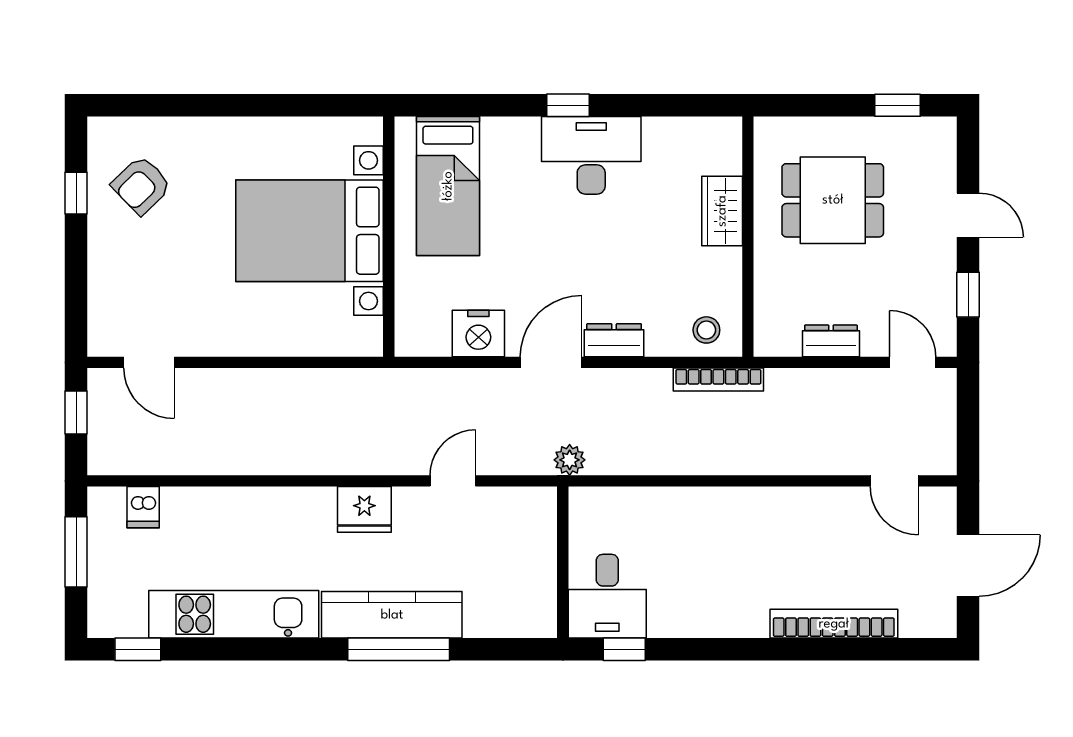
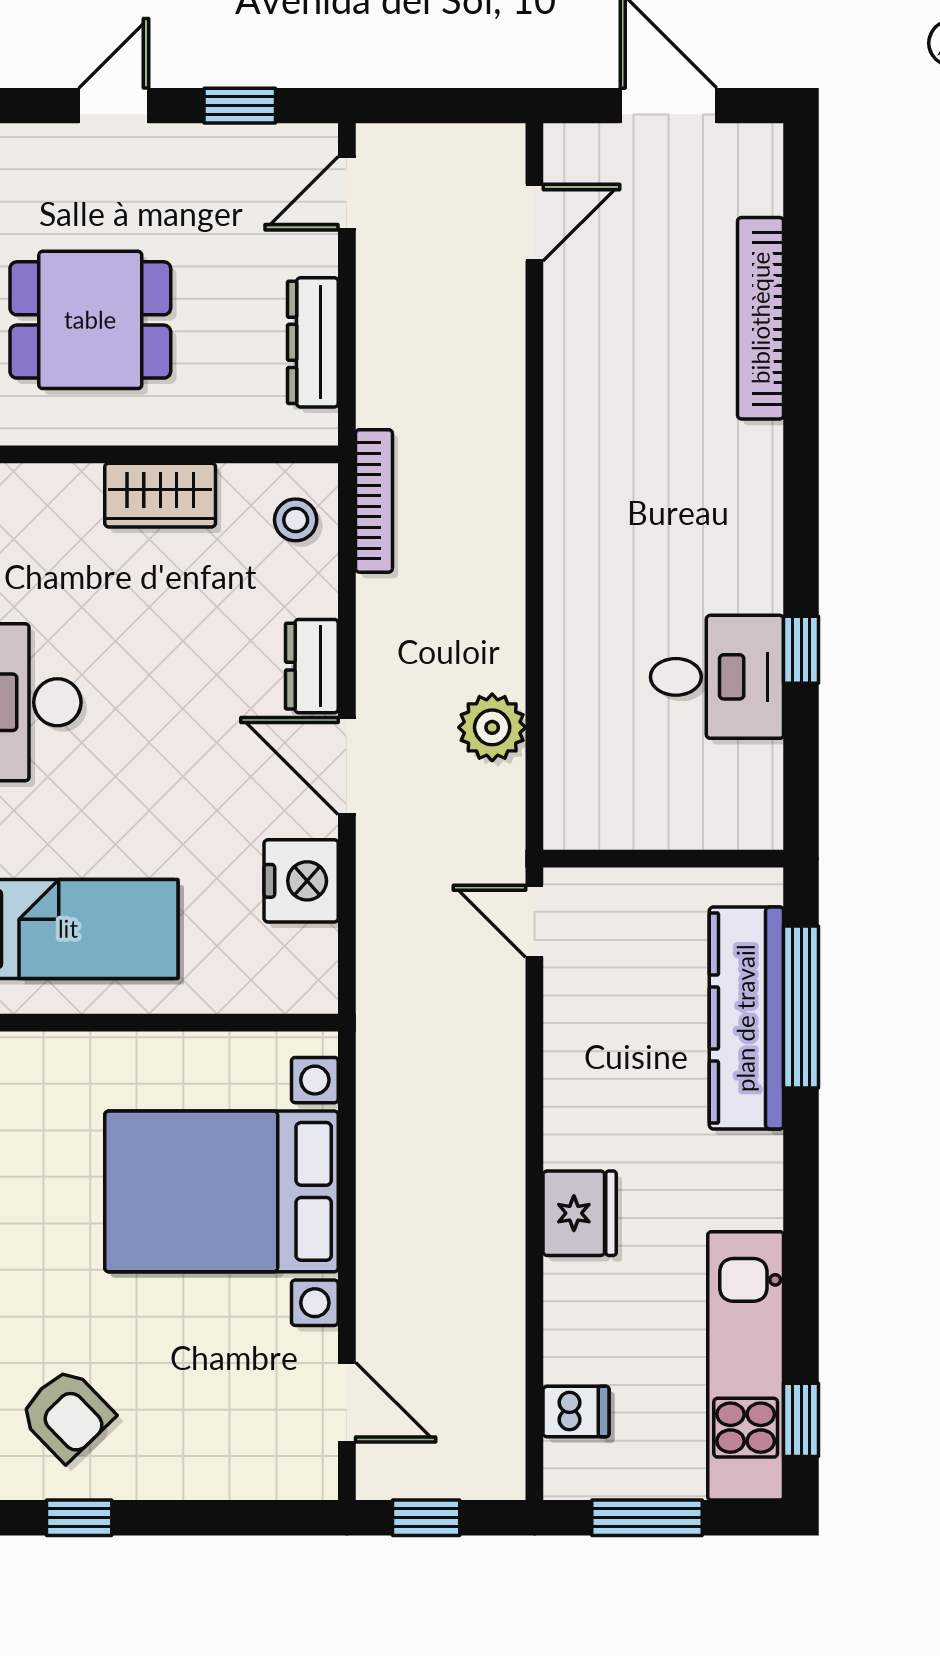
dining table: (833, 200) -> (90, 320), turned 90
wardrobe: (722, 211) -> (160, 495), moved
bed with nightstands: (310, 231) -> (222, 1191), moved, turned 90
dresser: (831, 341) -> (313, 342), width x1.44
door: (149, 362) -> (347, 1402), hinge flipped
plant: (570, 460) -> (492, 727), width x1.38, depth x1.38
fridge: (364, 509) -> (580, 1213), moved
wall: (563, 562) -> (663, 859), moved
kitchen unit: (234, 614) -> (746, 1366), moved

